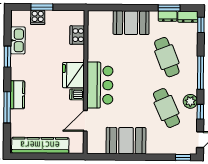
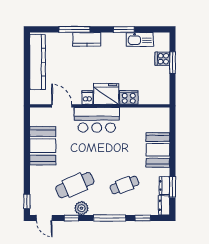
window: (201, 25) -> (143, 218), moved
cooker: (77, 35) -> (129, 97), moved
cafe table: (167, 57) -> (124, 185), width x0.73, depth x0.74

